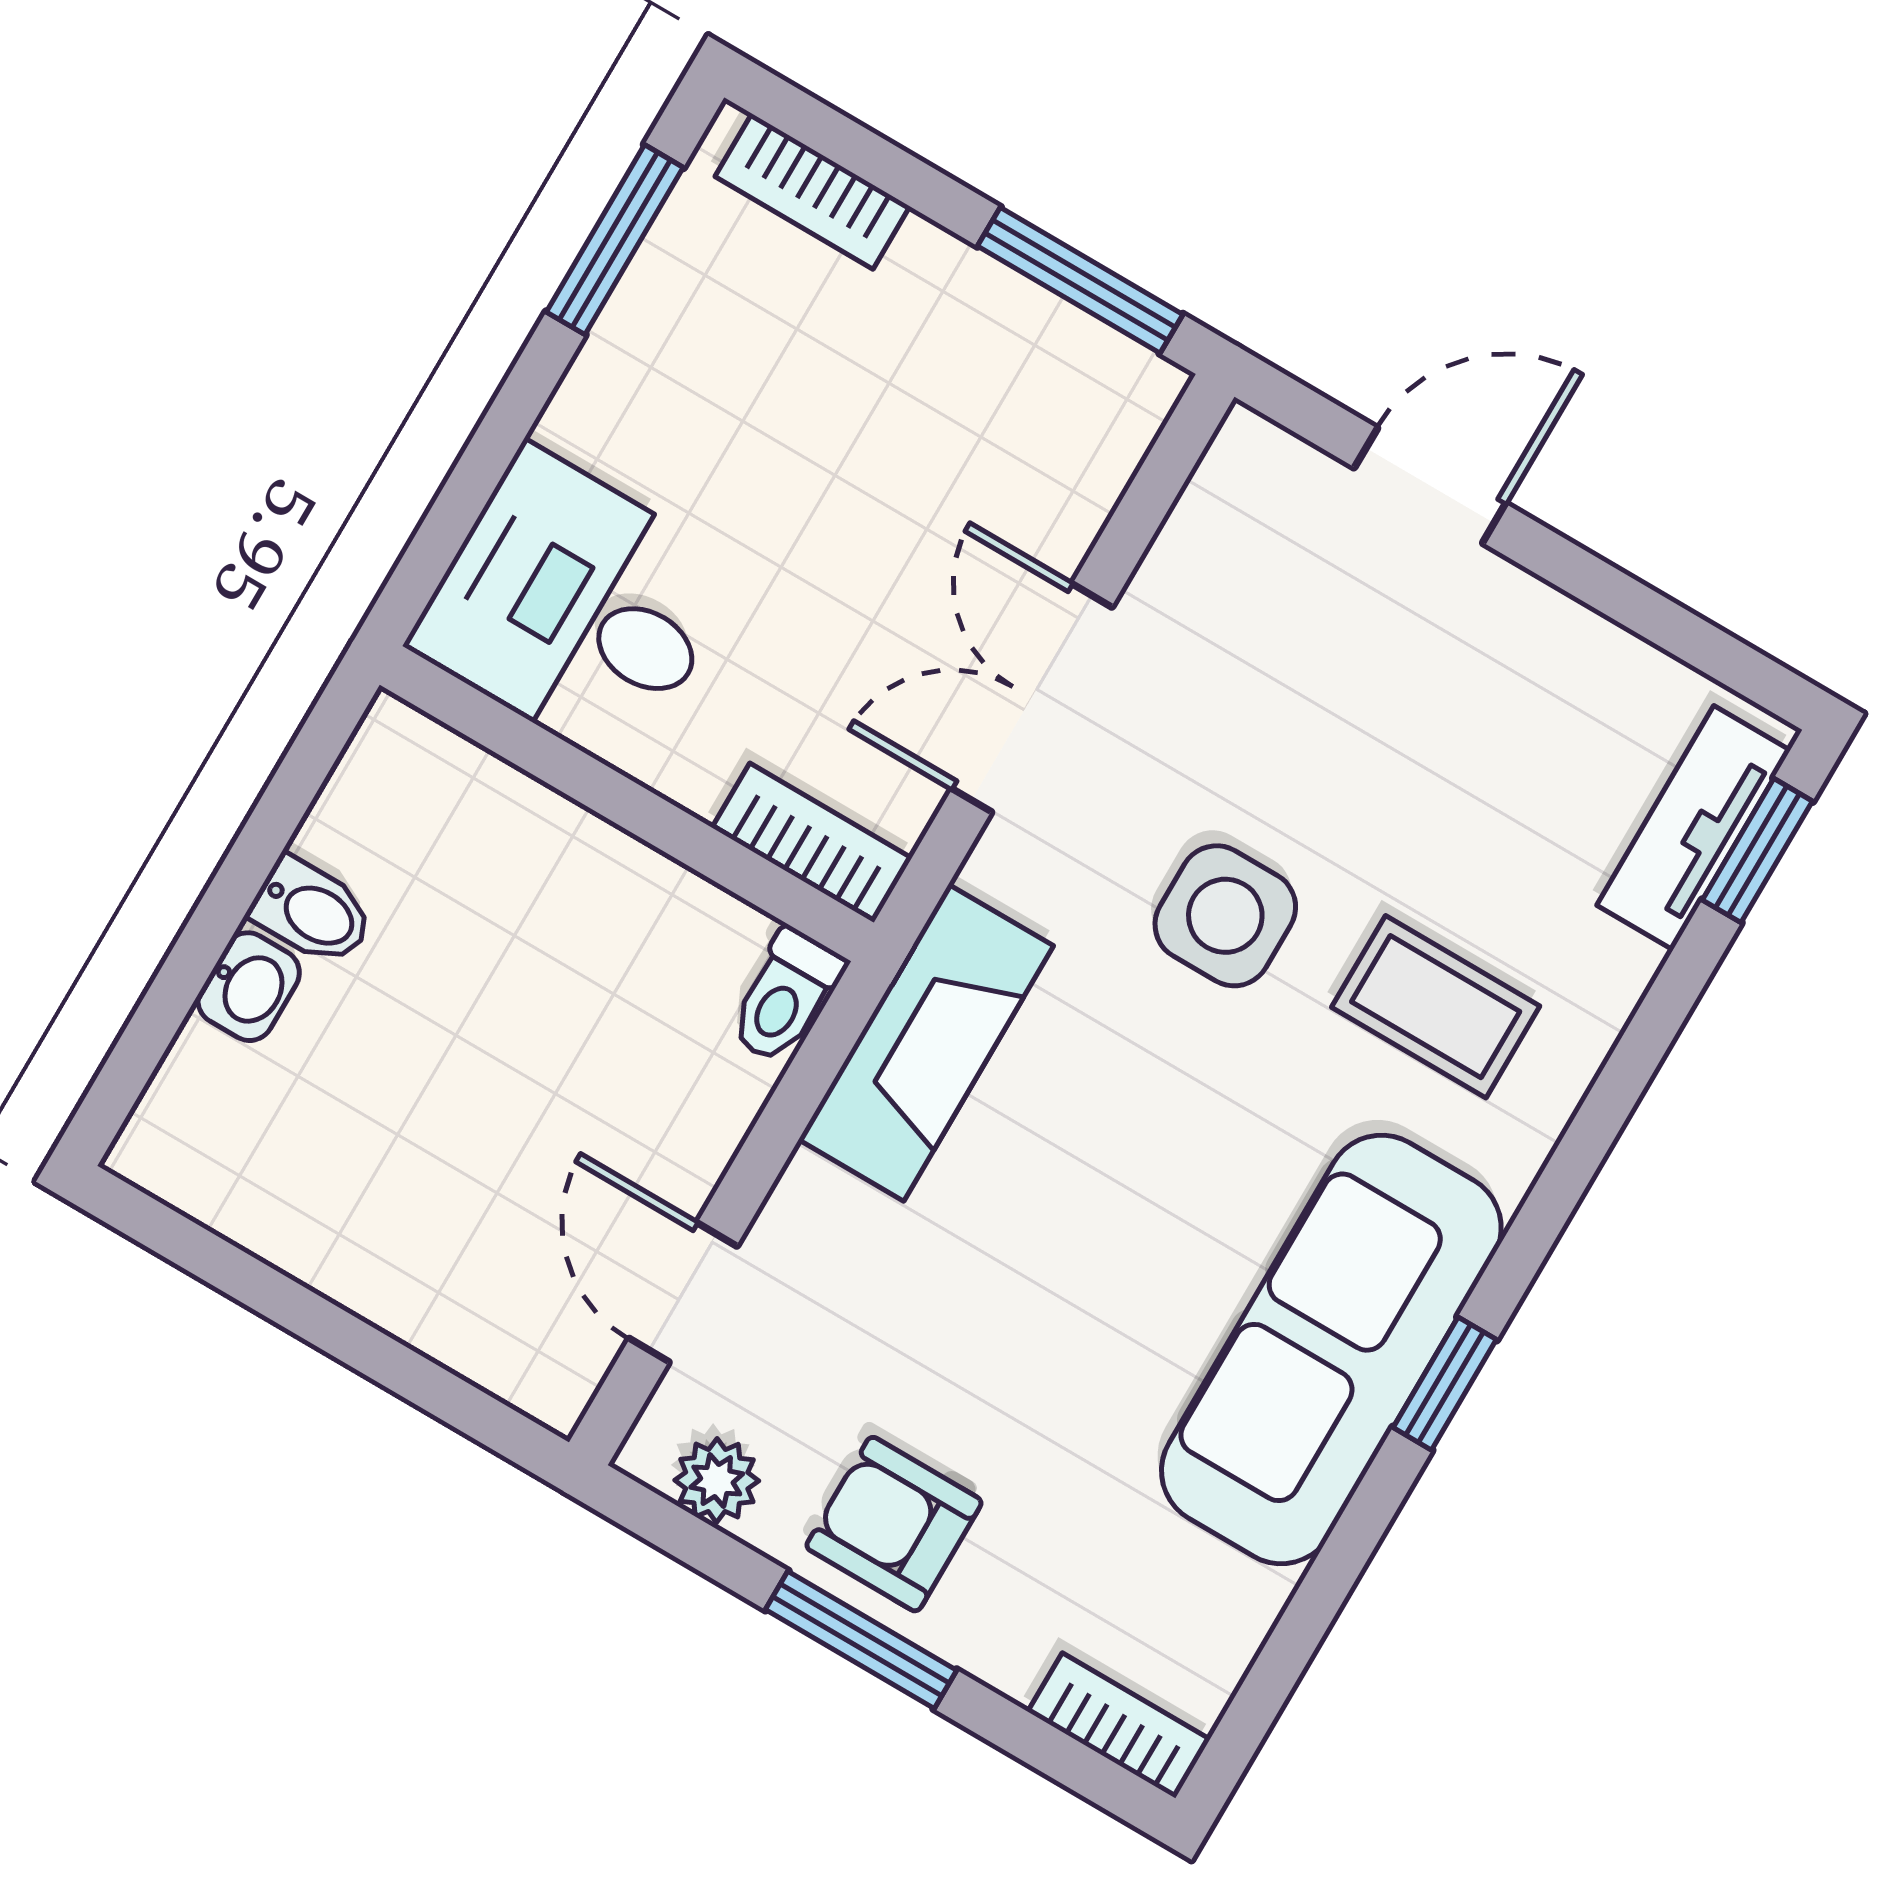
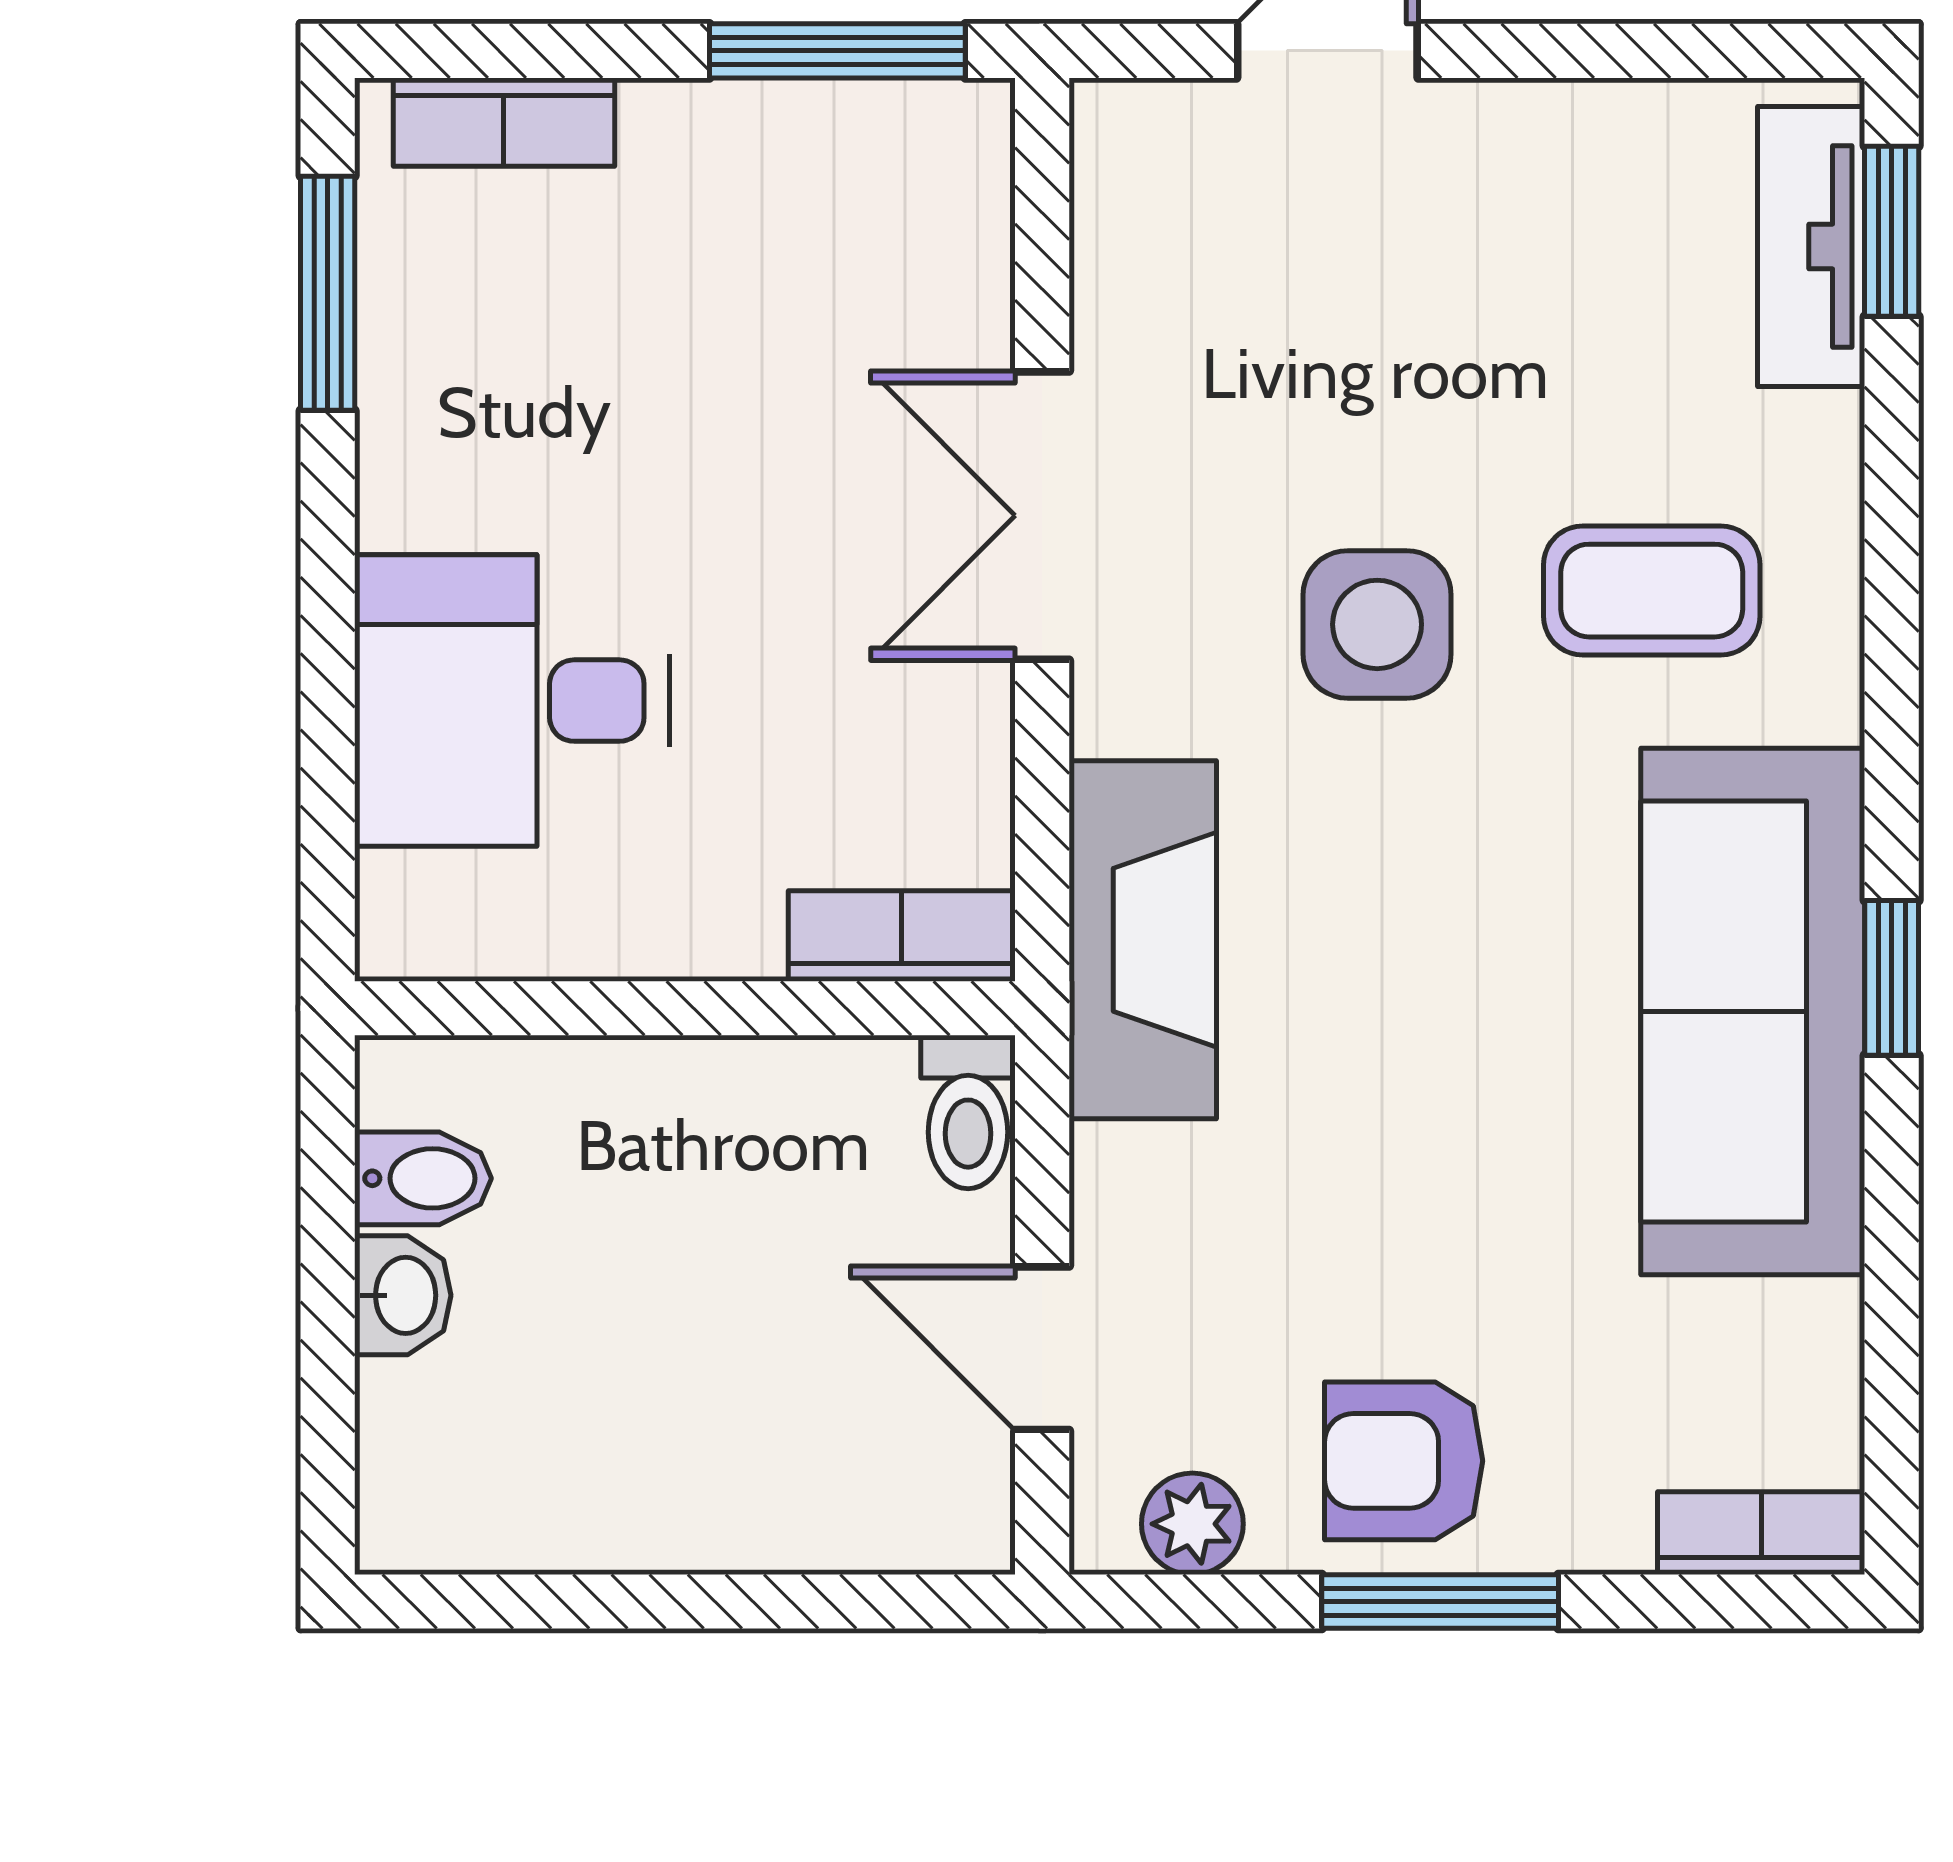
wall: (627, 804) -> (685, 1008), moved
bookcase: (812, 843) -> (902, 936), moved
toilet: (786, 996) -> (968, 1112), moved

